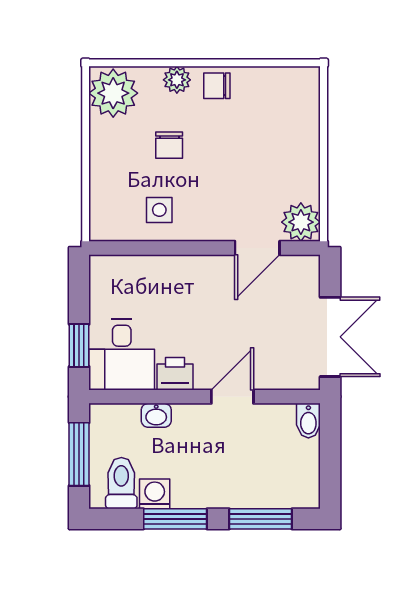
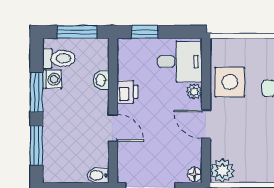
side table: (159, 210) -> (230, 82), width x1.87, depth x1.87
door: (257, 248) -> (206, 124), moved
floor lamp: (307, 266) -> (195, 174), added
plant: (174, 267) -> (194, 92), added
desk: (122, 355) -> (180, 62), moved, turned 180

